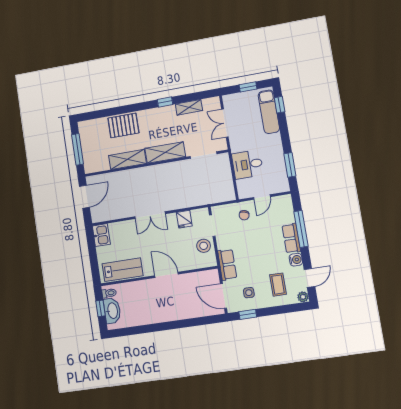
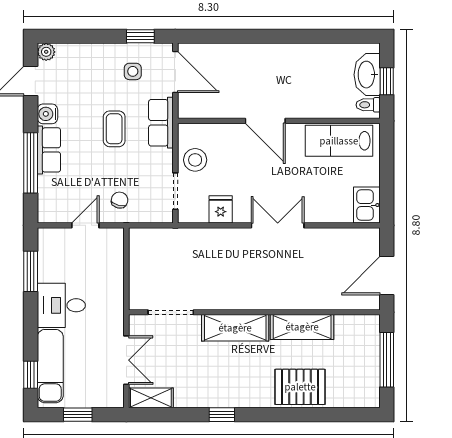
shelving: (189, 107) -> (151, 398), moved
desk: (247, 164) -> (61, 305), moved, turned 180
coffee table: (278, 285) -> (114, 129), moved

